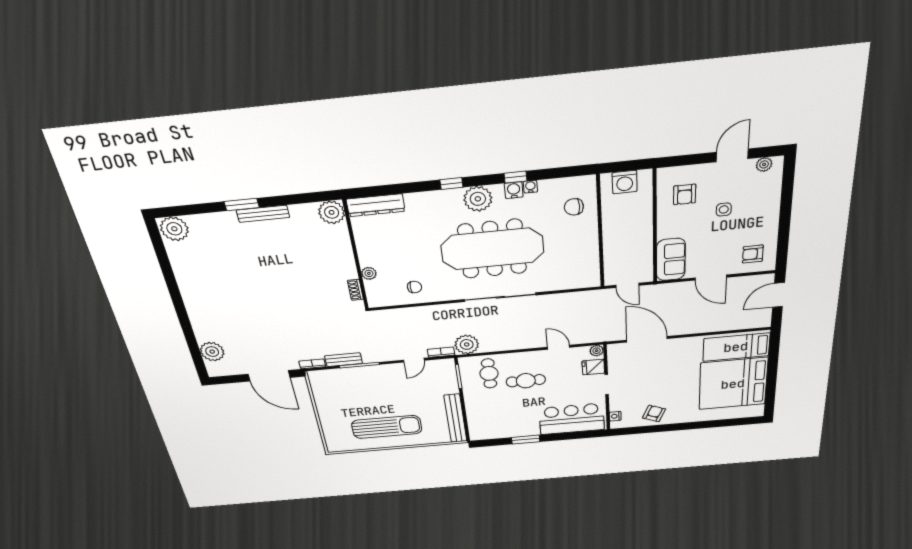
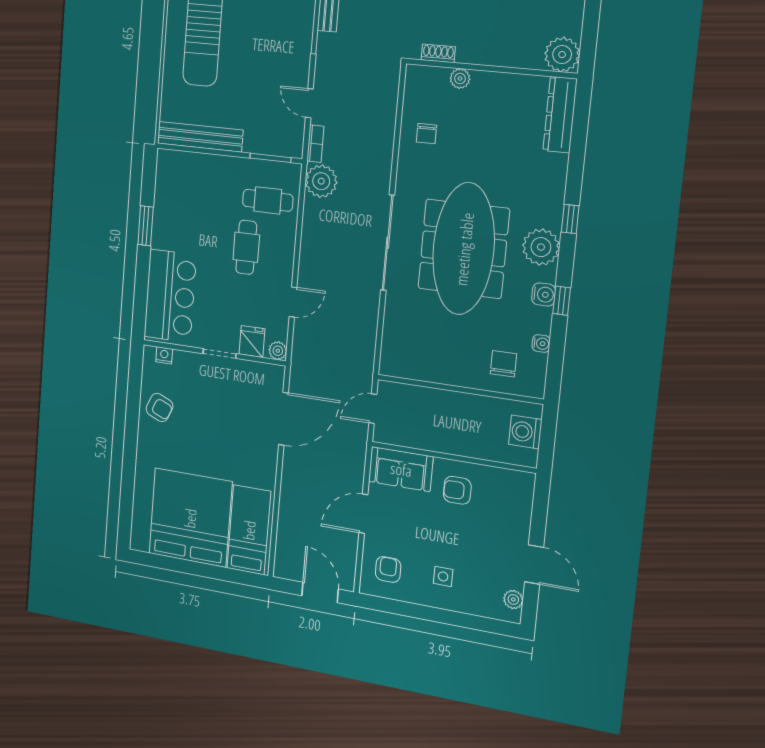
water cooler: (530, 187) -> (541, 343), moved
armchair: (685, 194) -> (457, 490), moved
side table: (724, 209) -> (443, 576), moved

